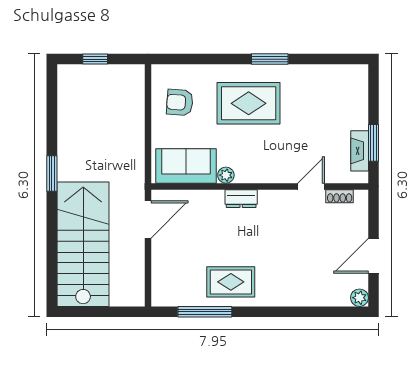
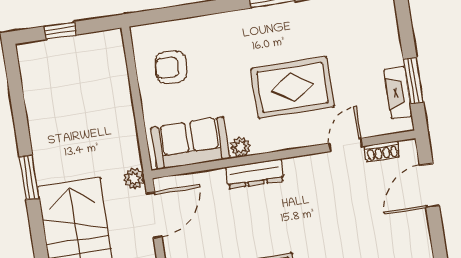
rug: (249, 103) -> (292, 88), moved
plant: (136, 187) -> (134, 178), added
dresser: (241, 199) -> (255, 174), width x1.44
door: (373, 256) -> (429, 186), moved

